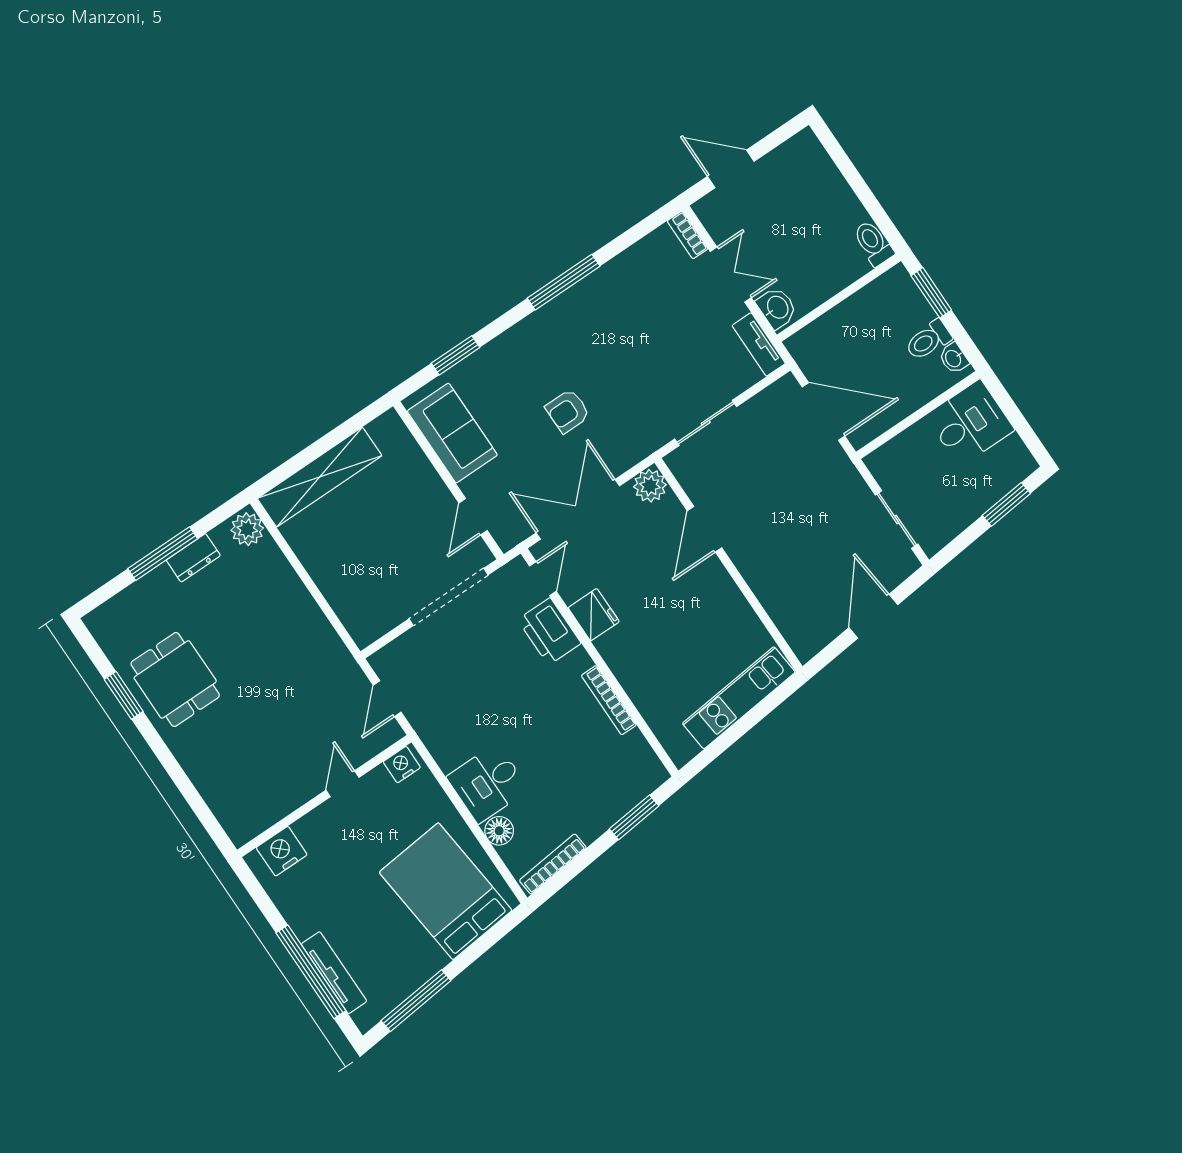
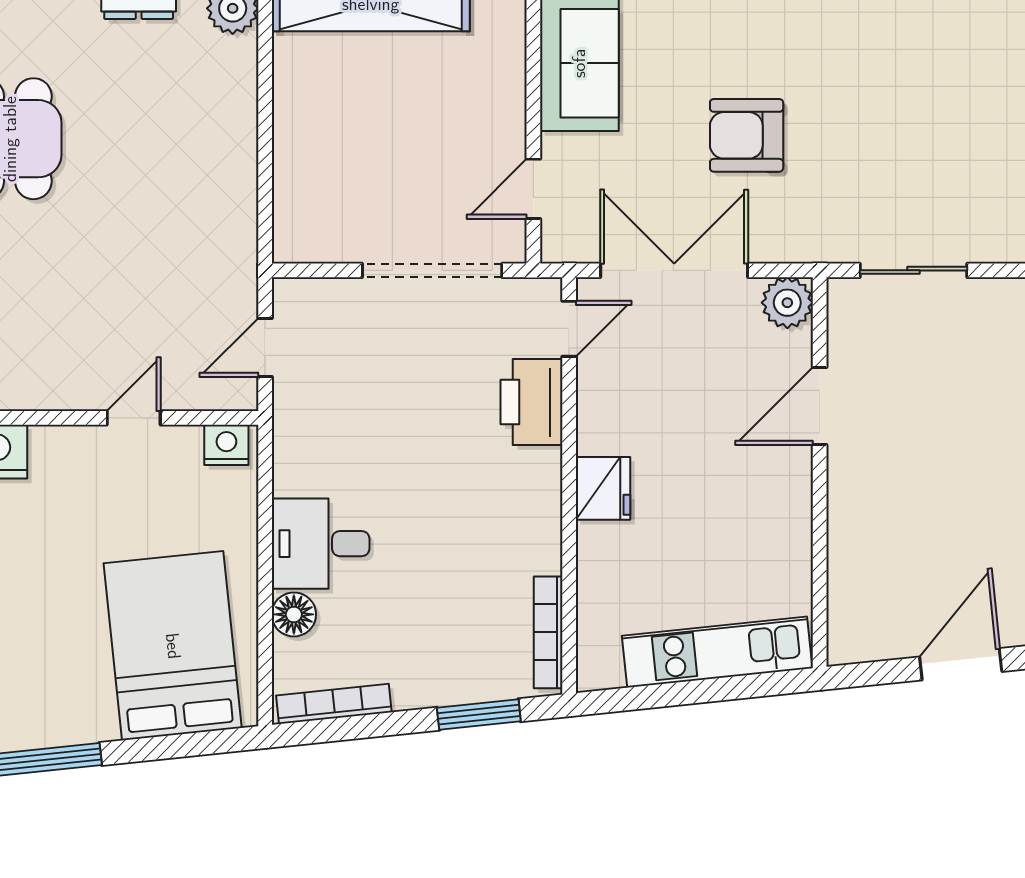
armchair: (568, 411) -> (747, 135), width x1.38, depth x1.38
fridge: (594, 615) -> (603, 488), moved
bookcase: (609, 700) -> (548, 632), moved

